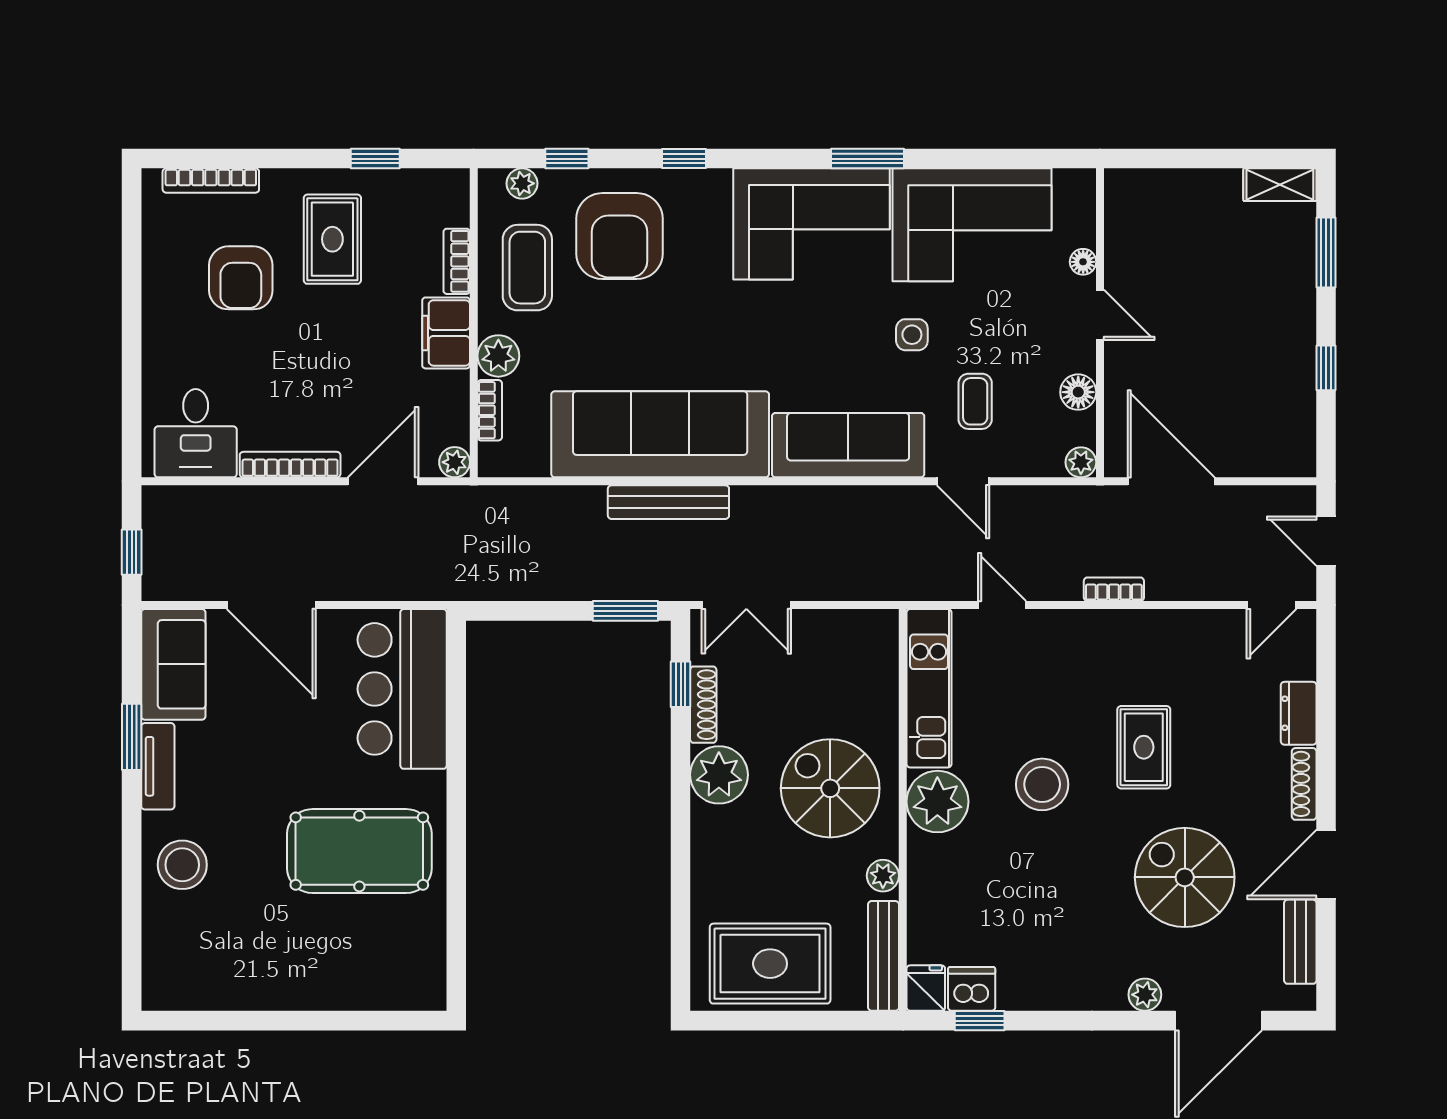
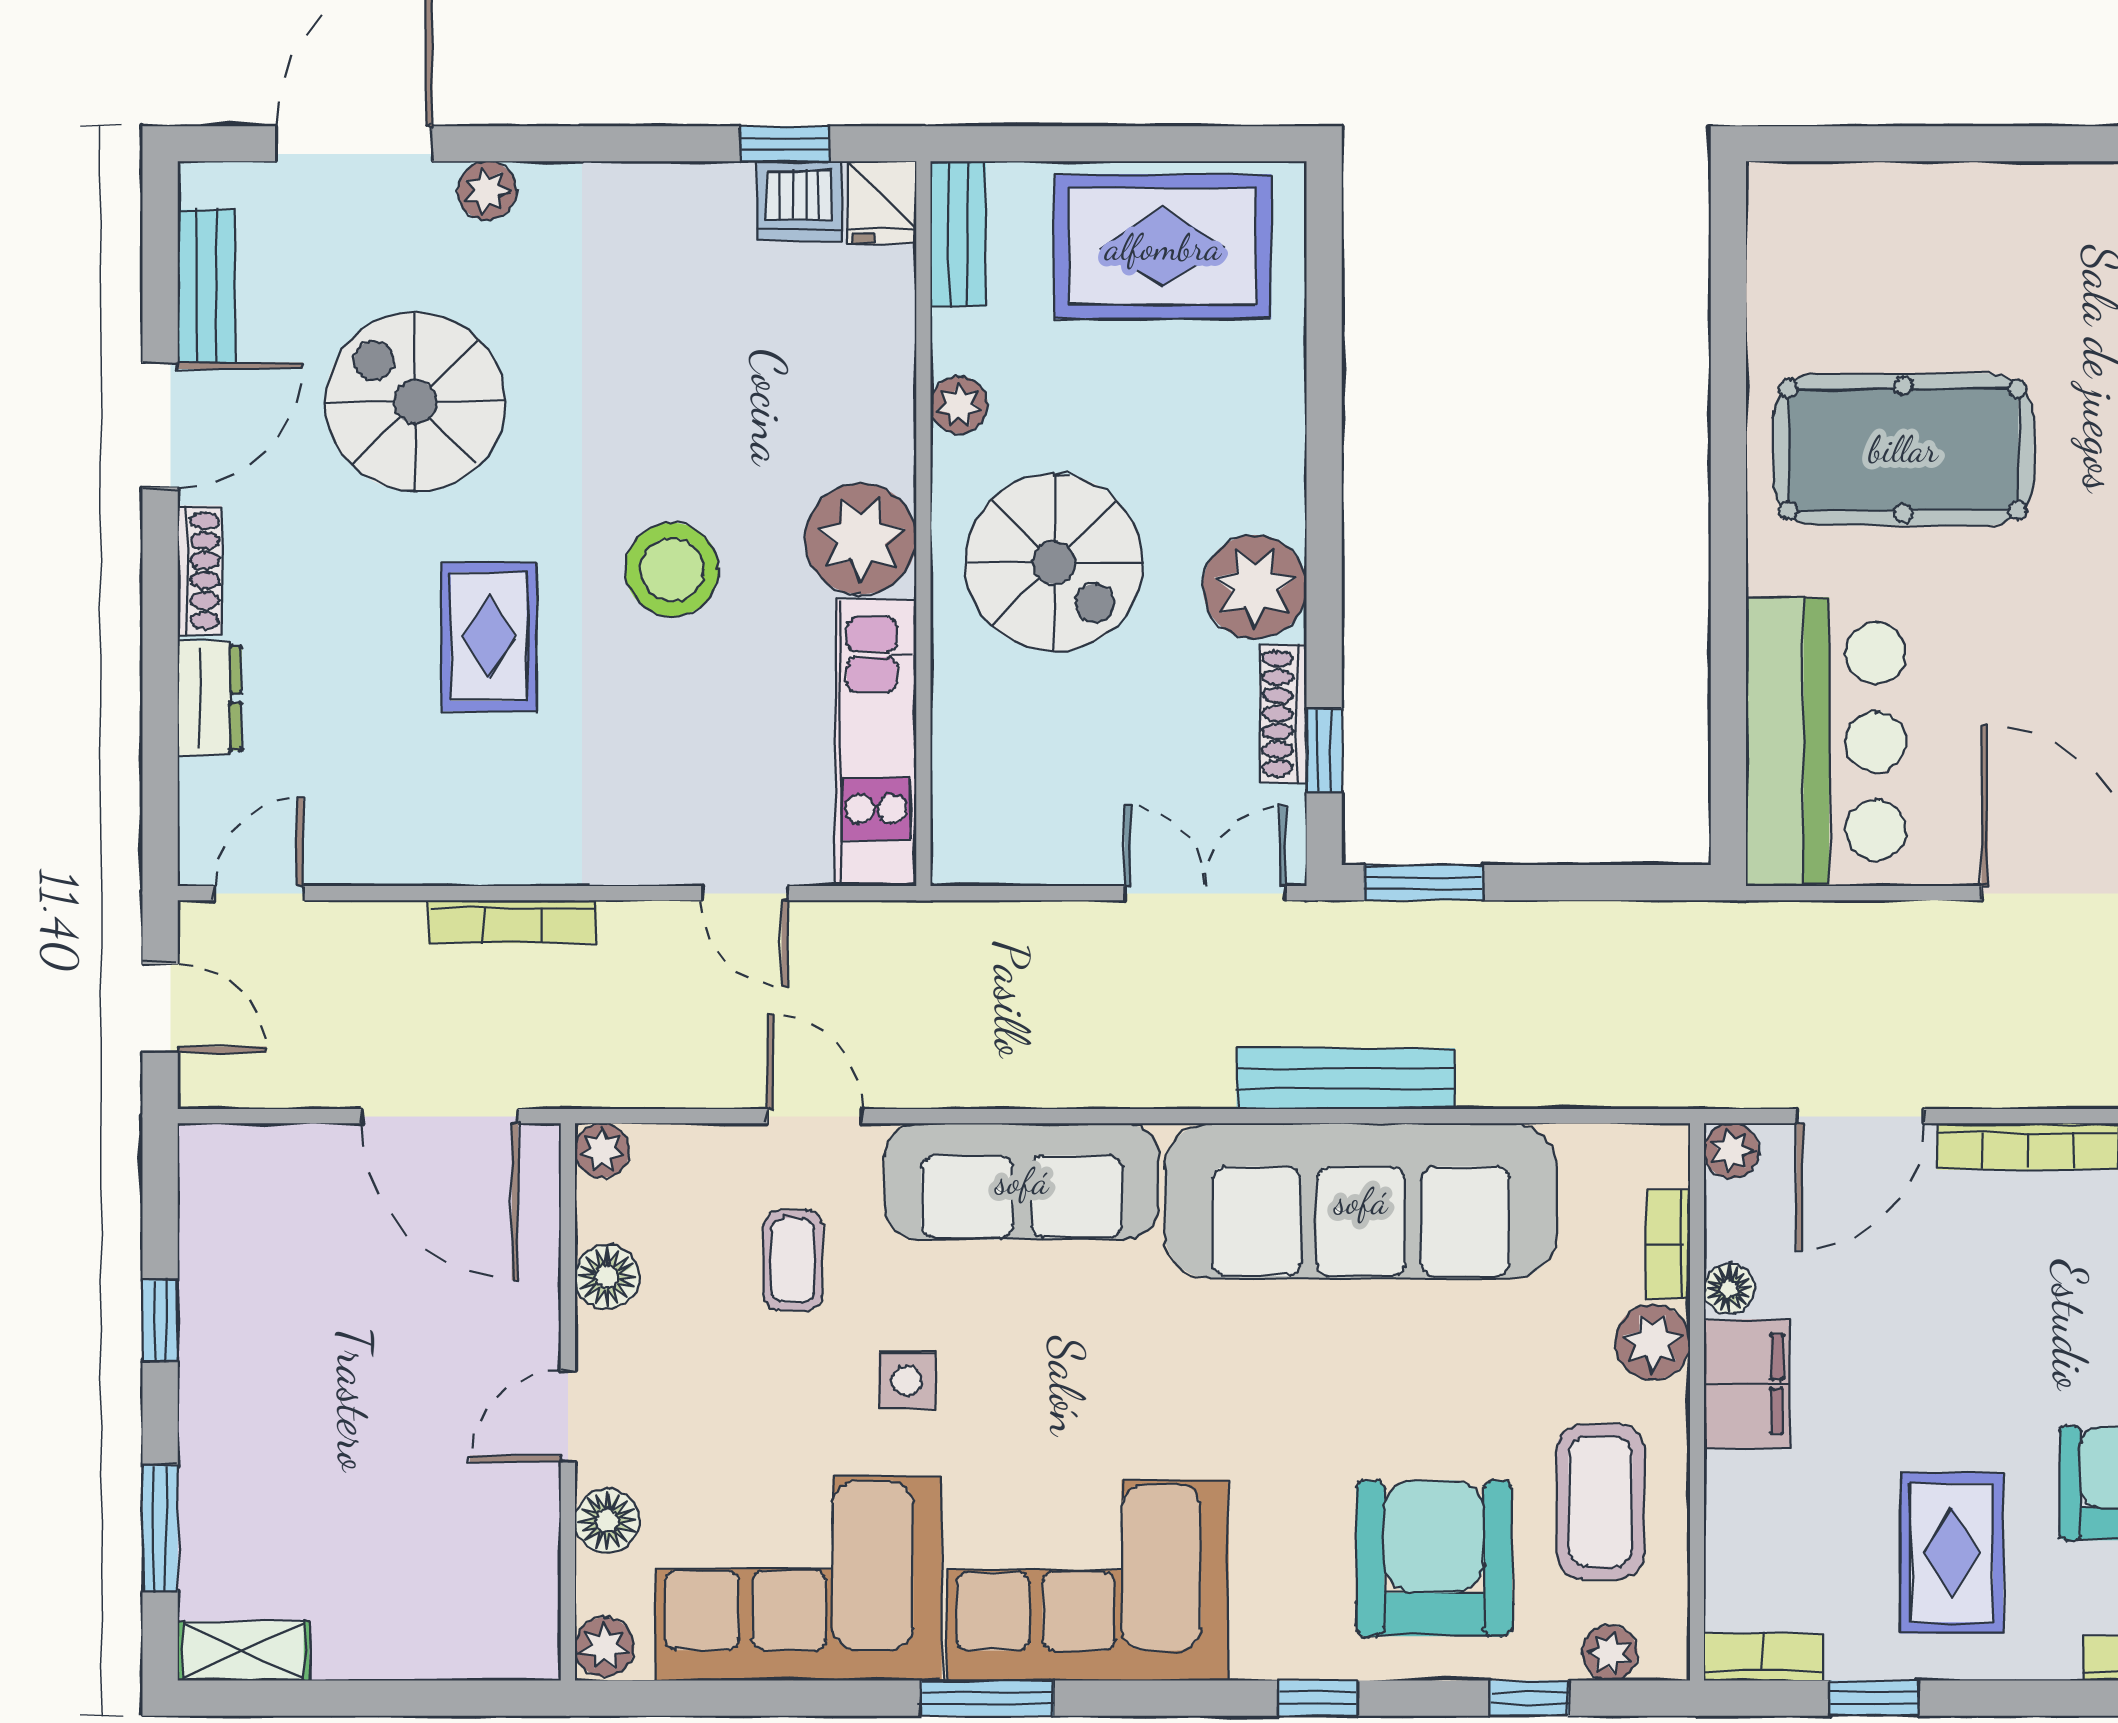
plant: (1080, 187) -> (604, 1647), added
bookcase: (457, 261) -> (1763, 1657), moved, turned -90
floor lamp: (1083, 262) -> (607, 1521), width x1.37, depth x1.37
door: (1100, 315) -> (568, 1416), hinge flipped
floor lamp: (456, 386) -> (1729, 1289), added
bookcase: (1114, 589) -> (512, 922), width x1.56
spiral stairs: (1185, 877) -> (415, 402), turned 180
bench: (884, 956) -> (958, 234), width x0.73

